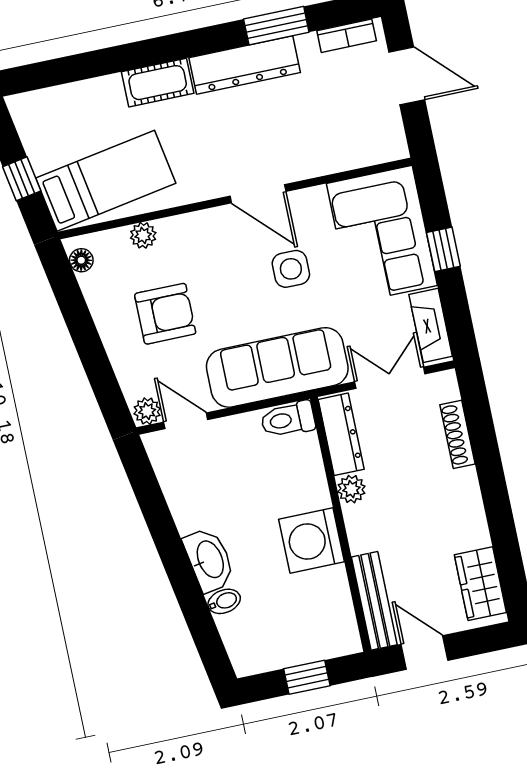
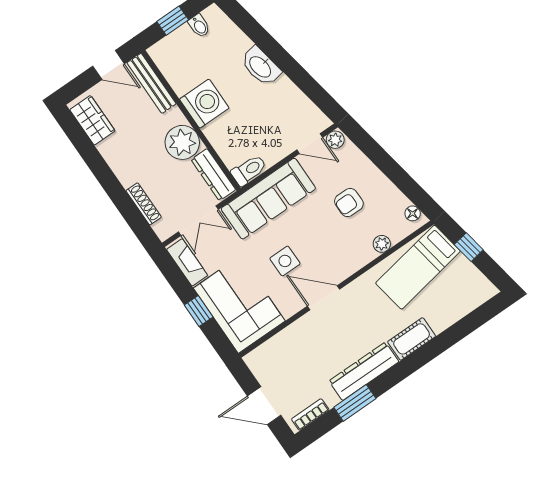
armchair: (165, 314) -> (349, 203), width x0.72, depth x0.72
plant: (351, 489) -> (182, 142), width x1.87, depth x1.87
bidet: (224, 601) -> (199, 26), moved, turned -80

